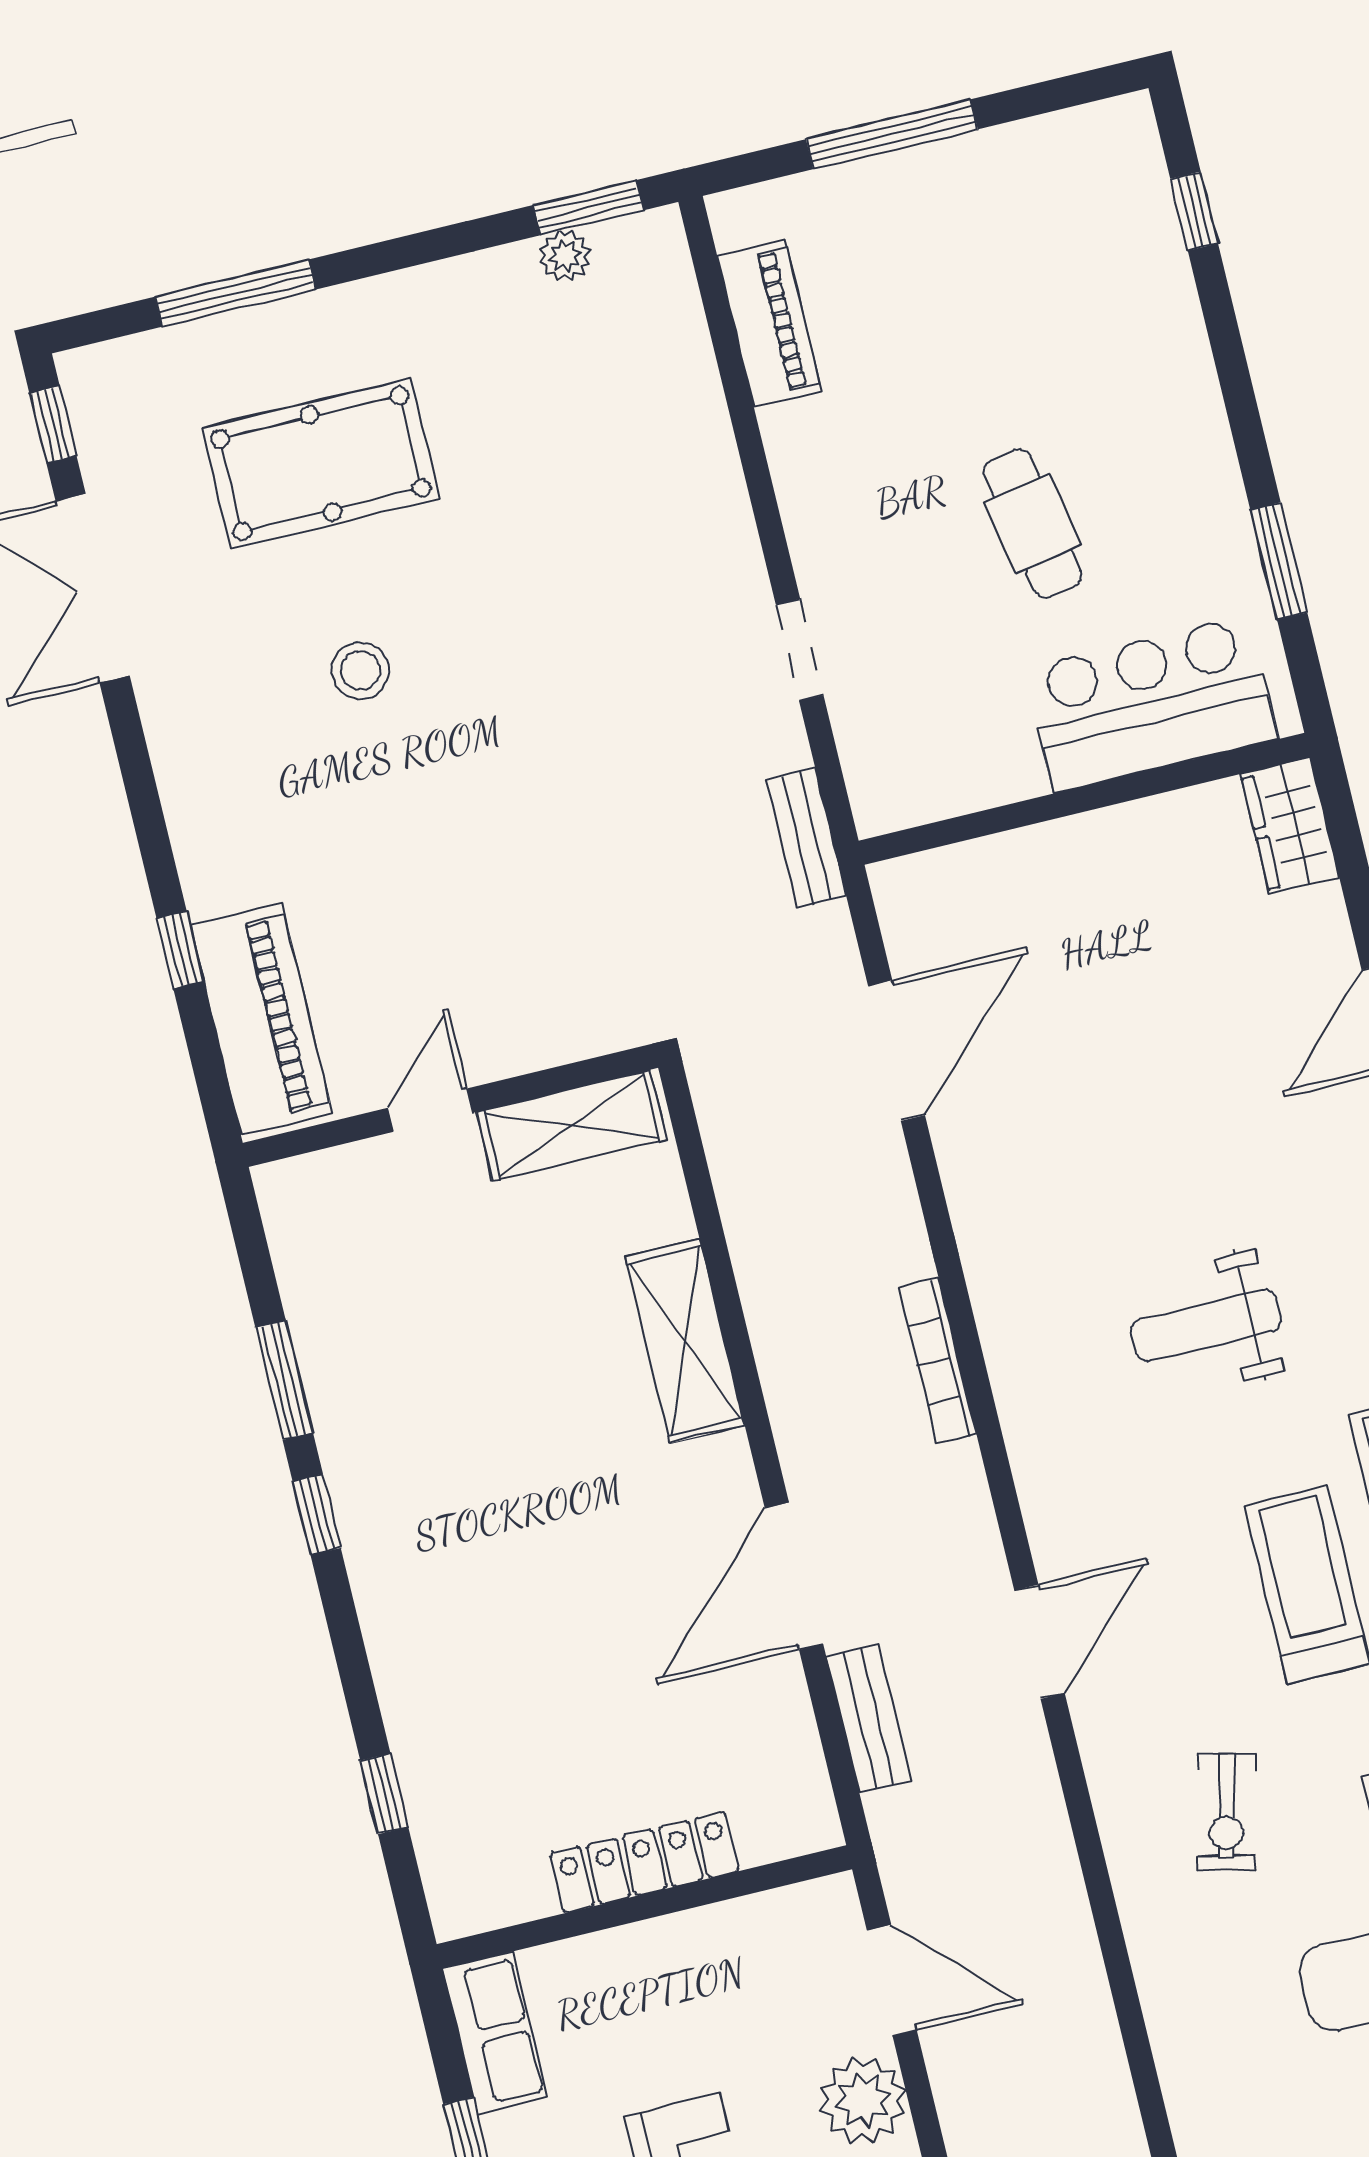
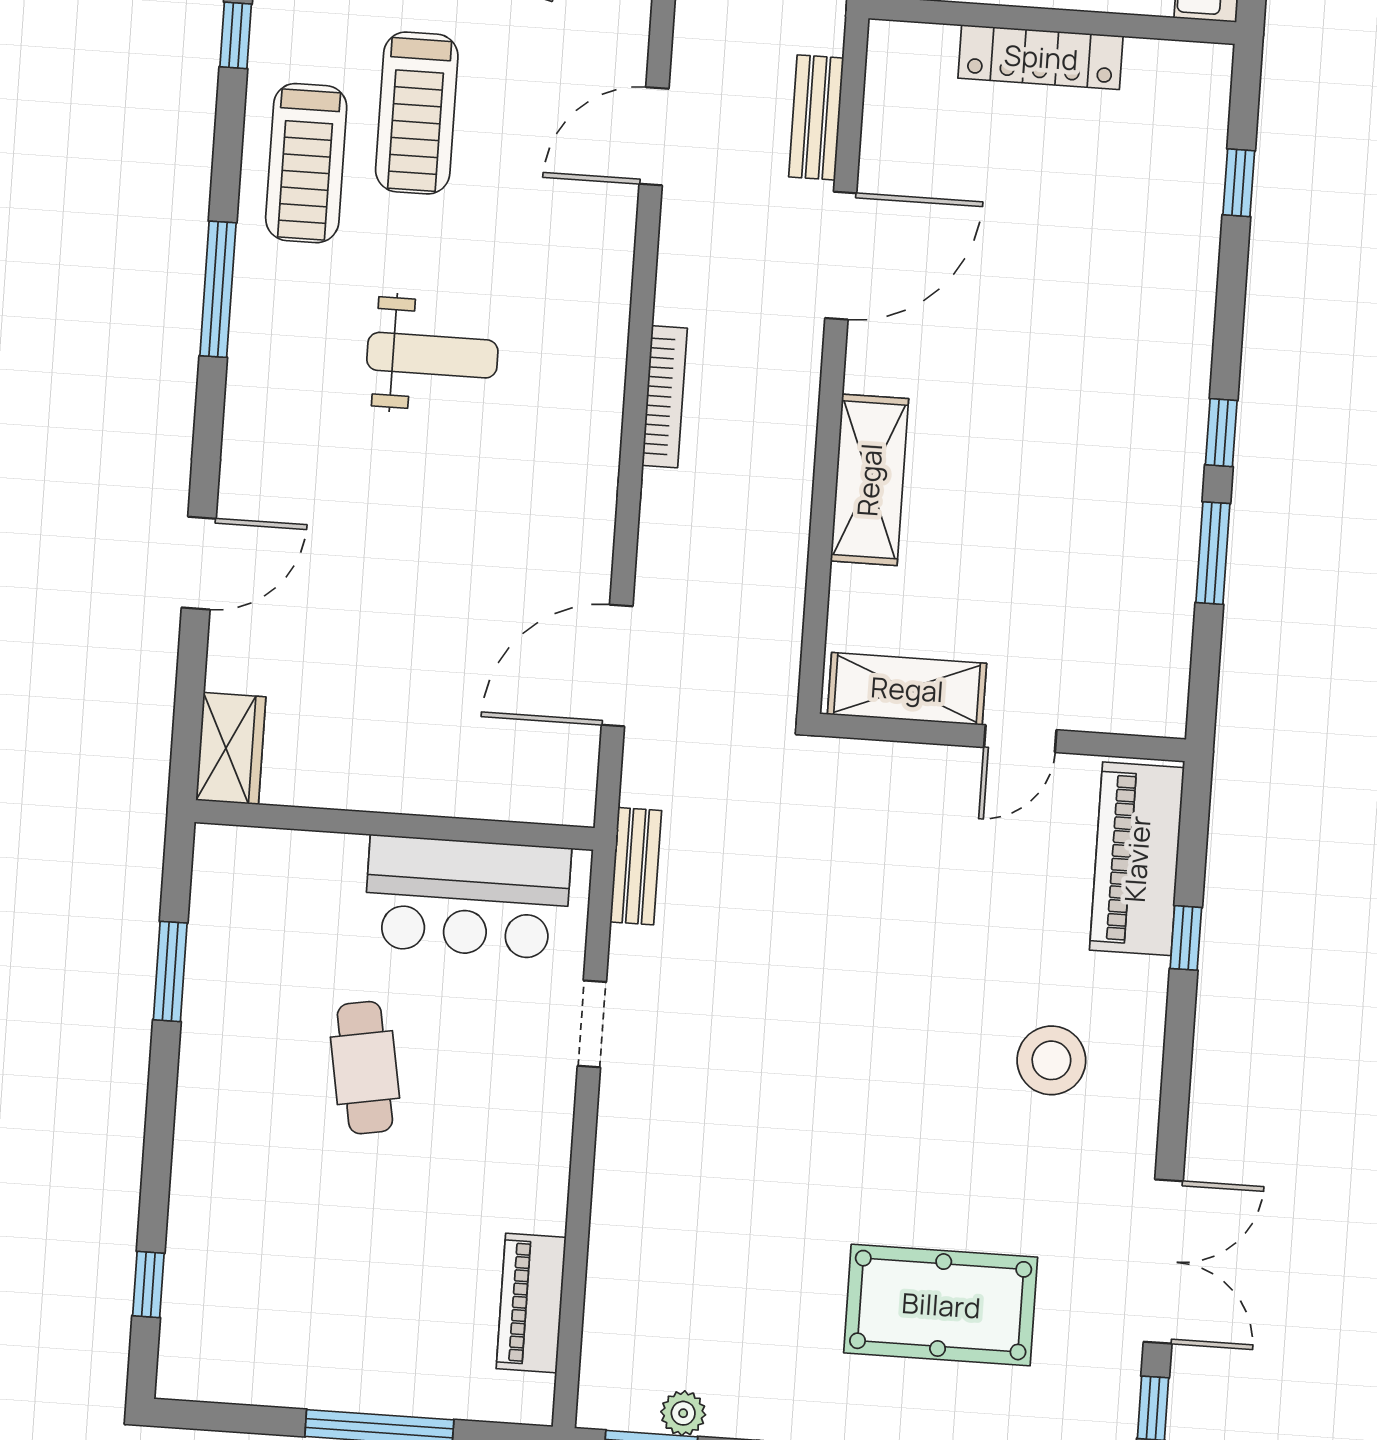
stool: (360, 670) -> (1051, 1060), moved, width x1.38, depth x1.38
bar counter: (1151, 704) -> (467, 897), moved

